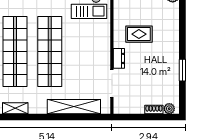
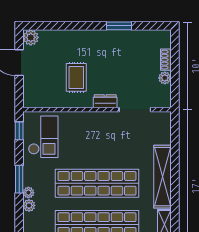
shelving: (74, 107) -> (162, 177), moved
plant: (169, 109) -> (165, 78), moved

